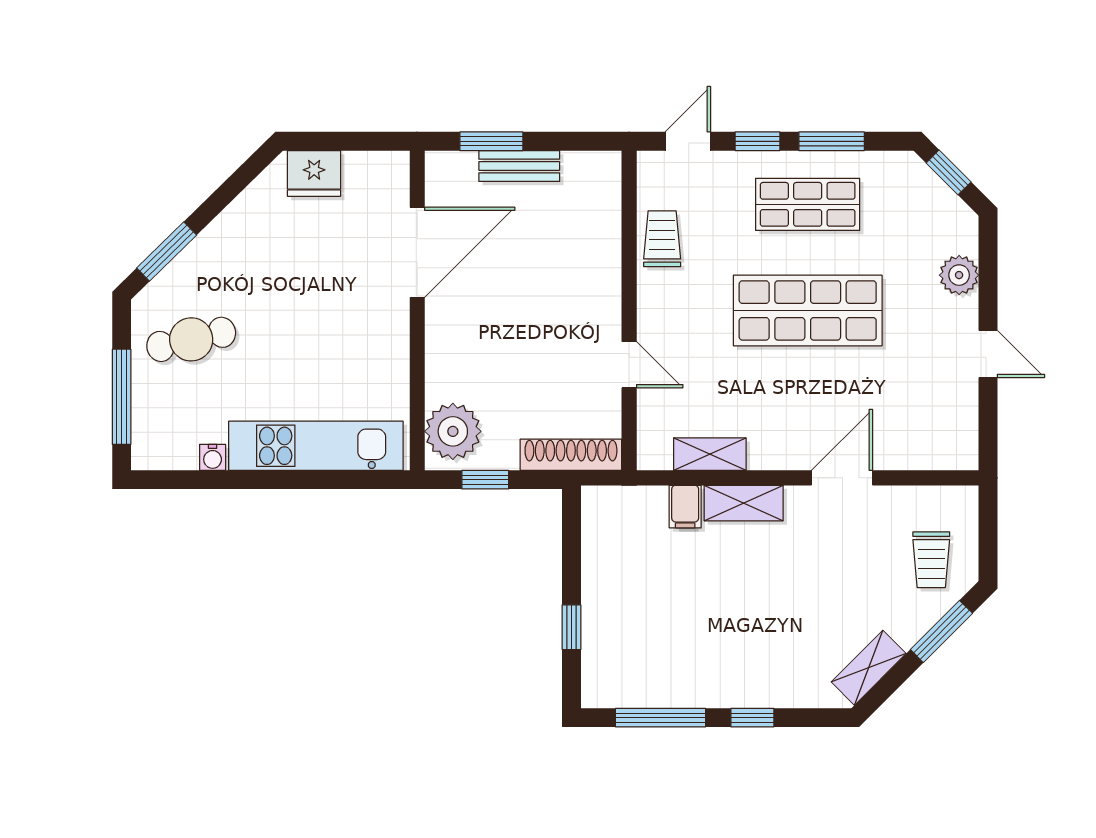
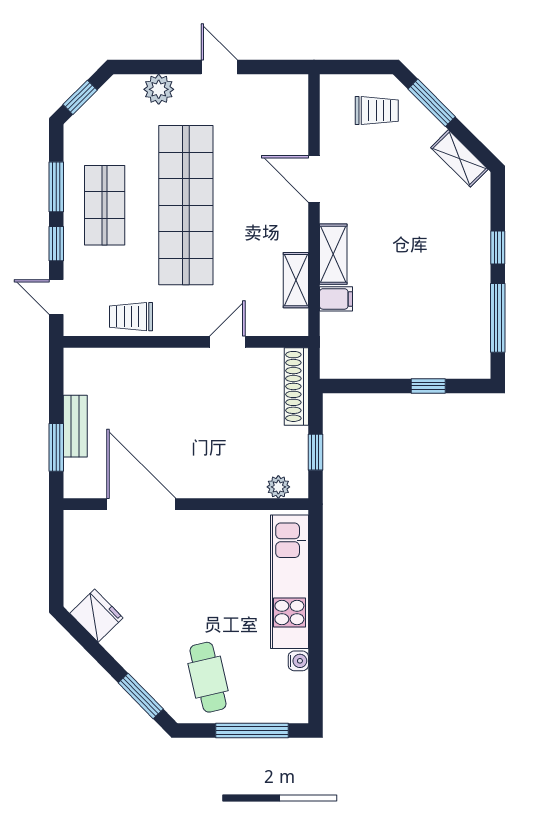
fridge: (314, 173) -> (96, 616), moved, turned -44
shop shelf: (808, 310) -> (186, 205), width x1.40
door: (988, 354) -> (219, 67), hinge flipped
plant: (453, 431) -> (278, 487), width x0.53, depth x0.53

